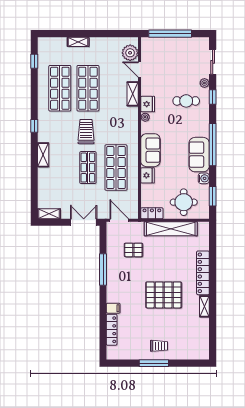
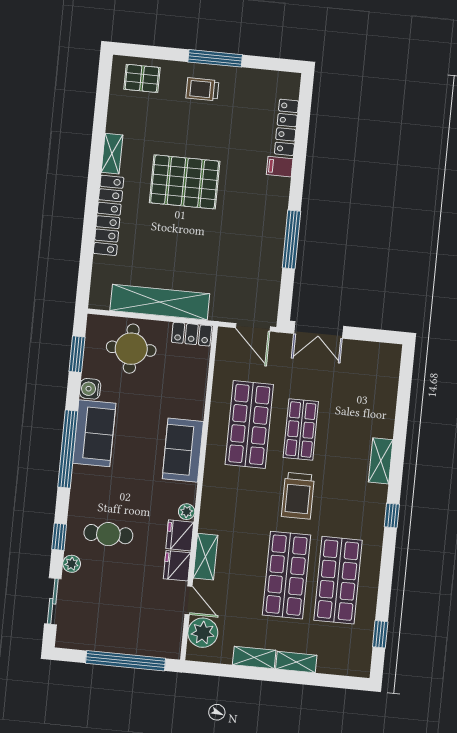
fridge: (148, 175) -> (177, 566), moved
shelving: (49, 214) -> (254, 657), moved
pallet: (133, 250) -> (142, 78), moved

